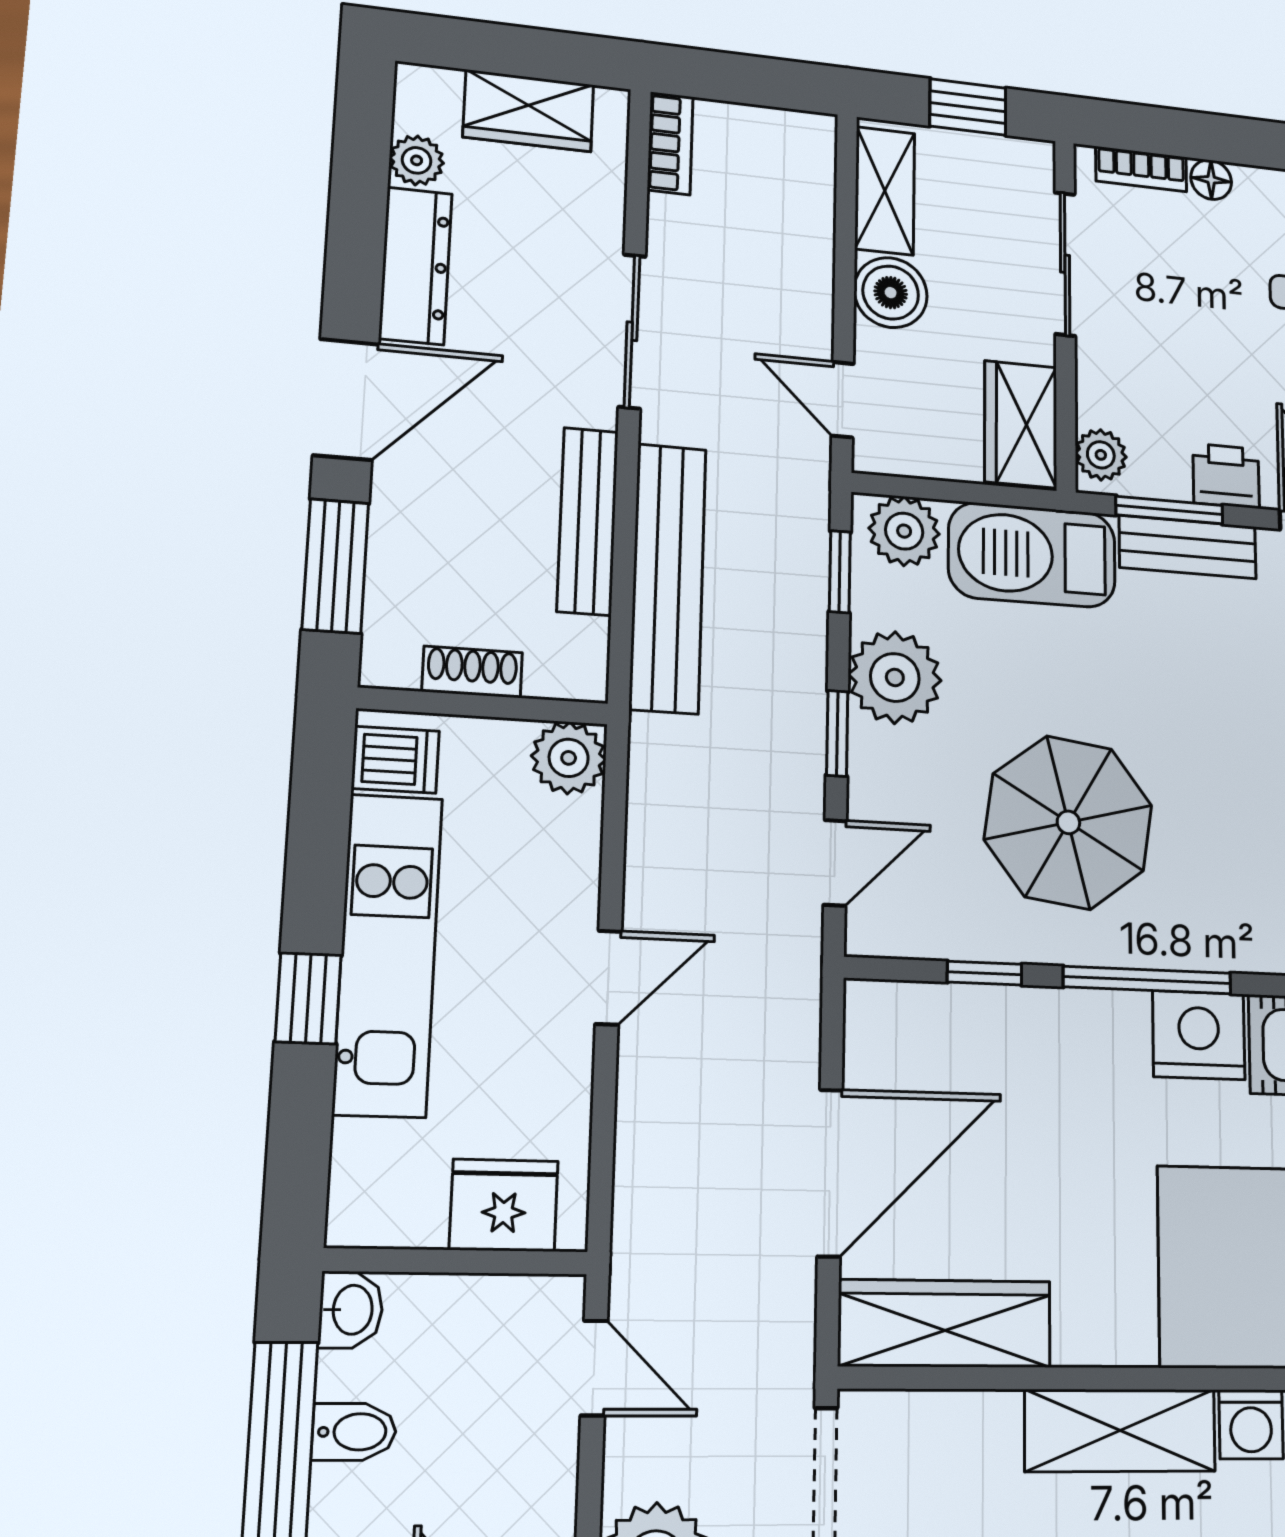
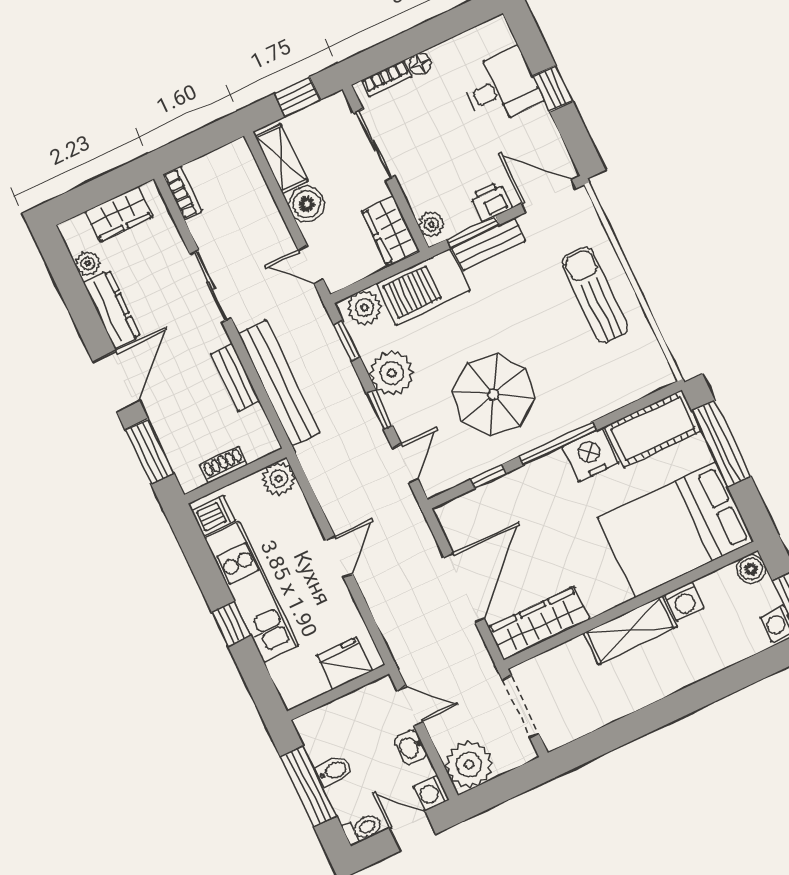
bench: (588, 521) -> (235, 377), width x0.73
washbasin: (351, 1310) -> (410, 747), moved, turned 180

